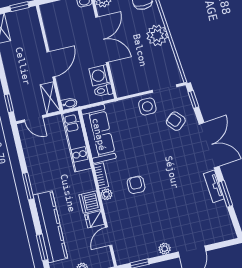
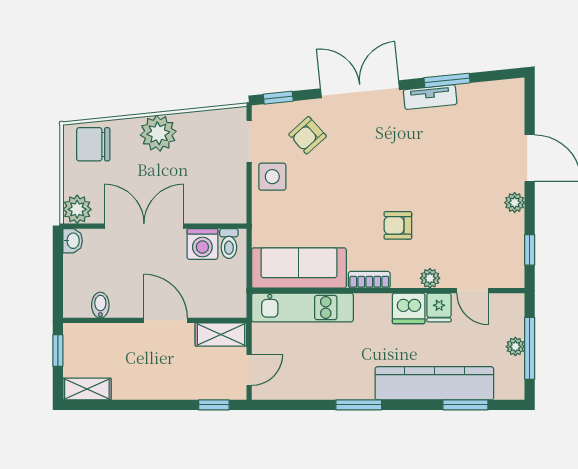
bidet: (69, 104) -> (100, 305), moved
plant: (106, 194) -> (430, 278), moved

